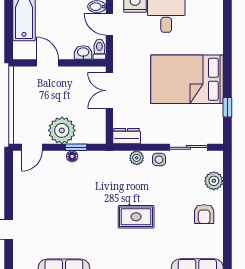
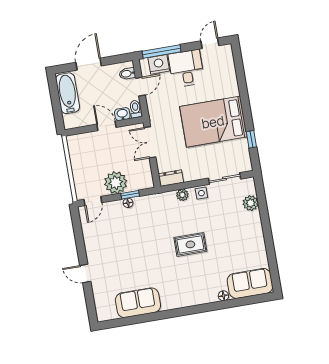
door: (109, 24) -> (140, 87), swing flipped
door: (48, 63) -> (106, 126), moved
armchair: (204, 214) -> (247, 232), removed

